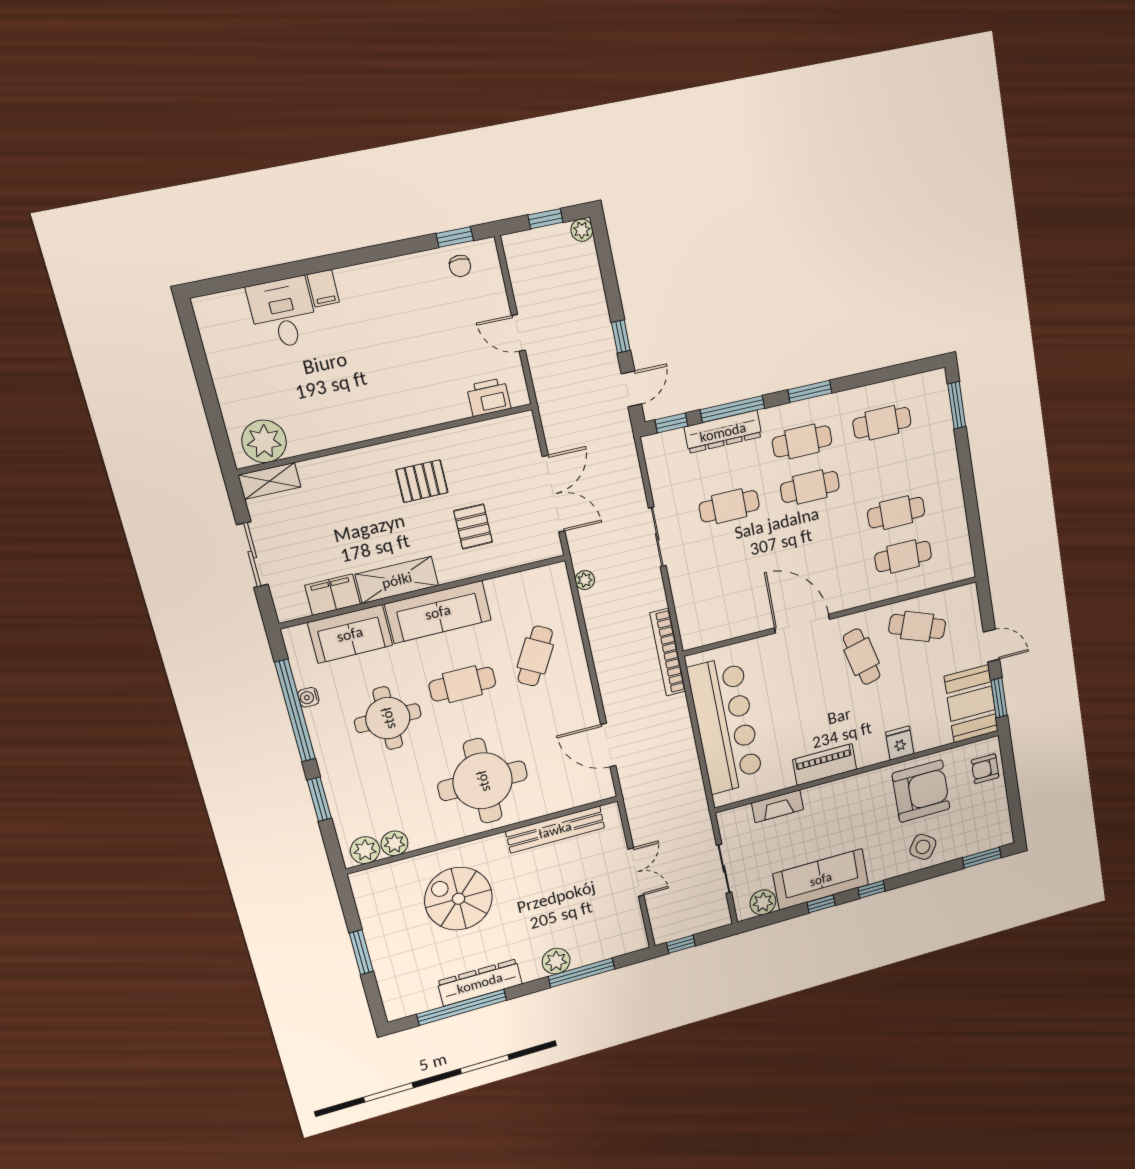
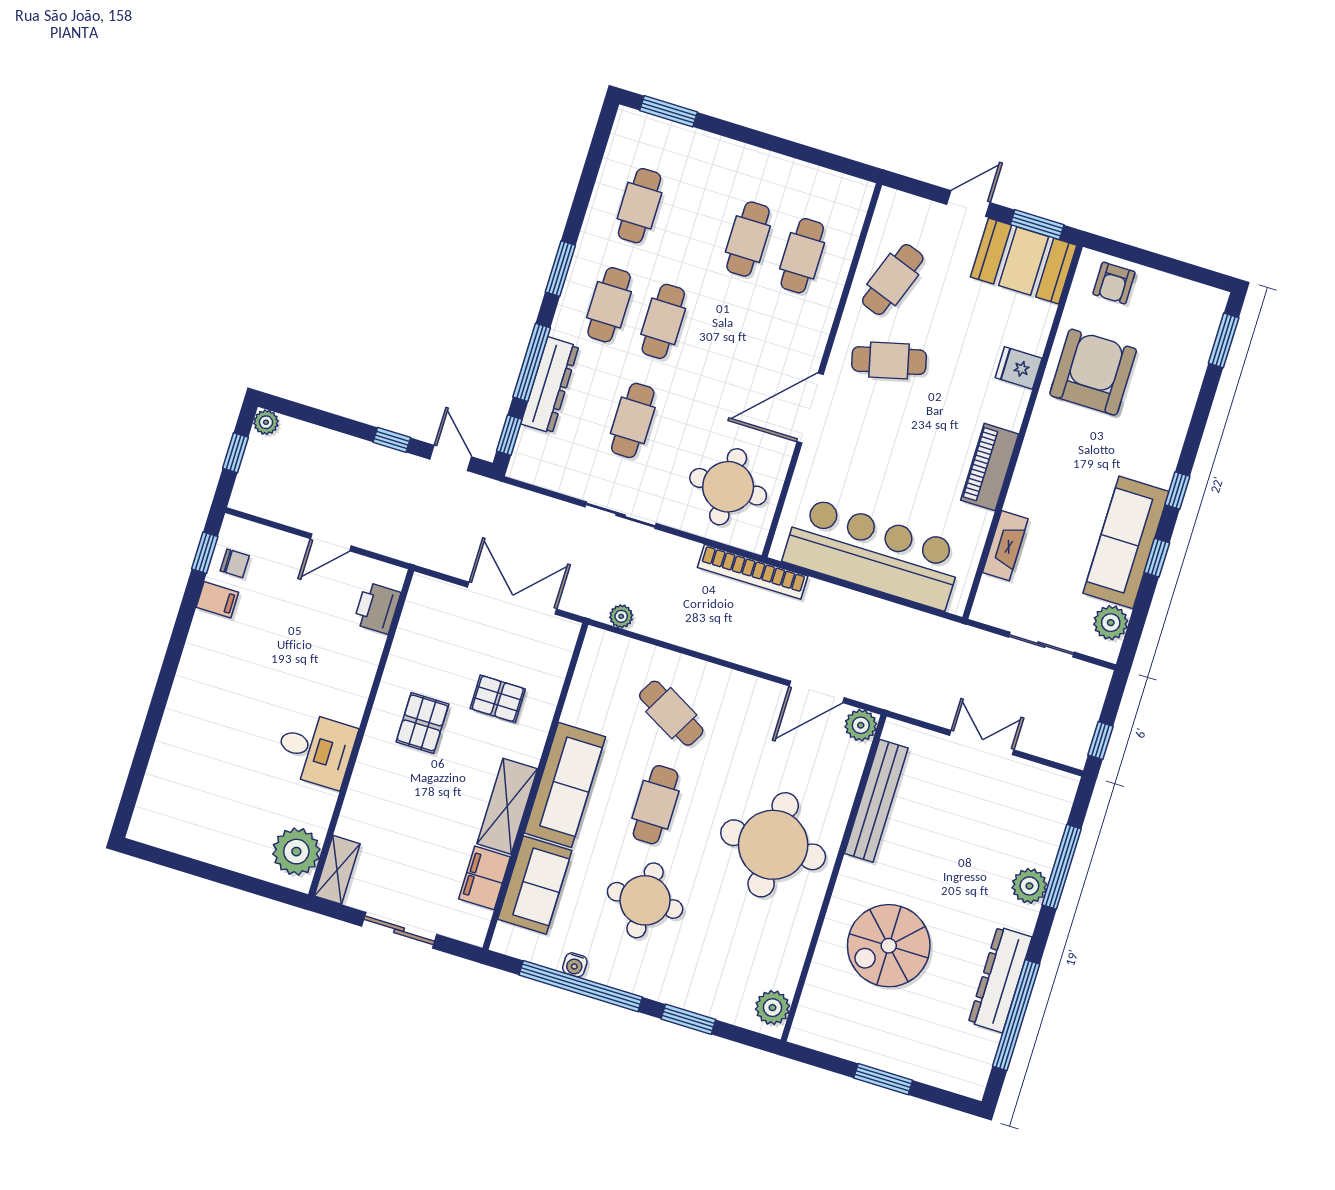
filing cabinet: (323, 288) -> (217, 600), moved
desk: (283, 313) -> (316, 750), moved, turned 180
round table: (718, 600) -> (728, 487), added
plant: (394, 843) -> (861, 725), moved
side table: (923, 847) -> (1164, 404), removed

